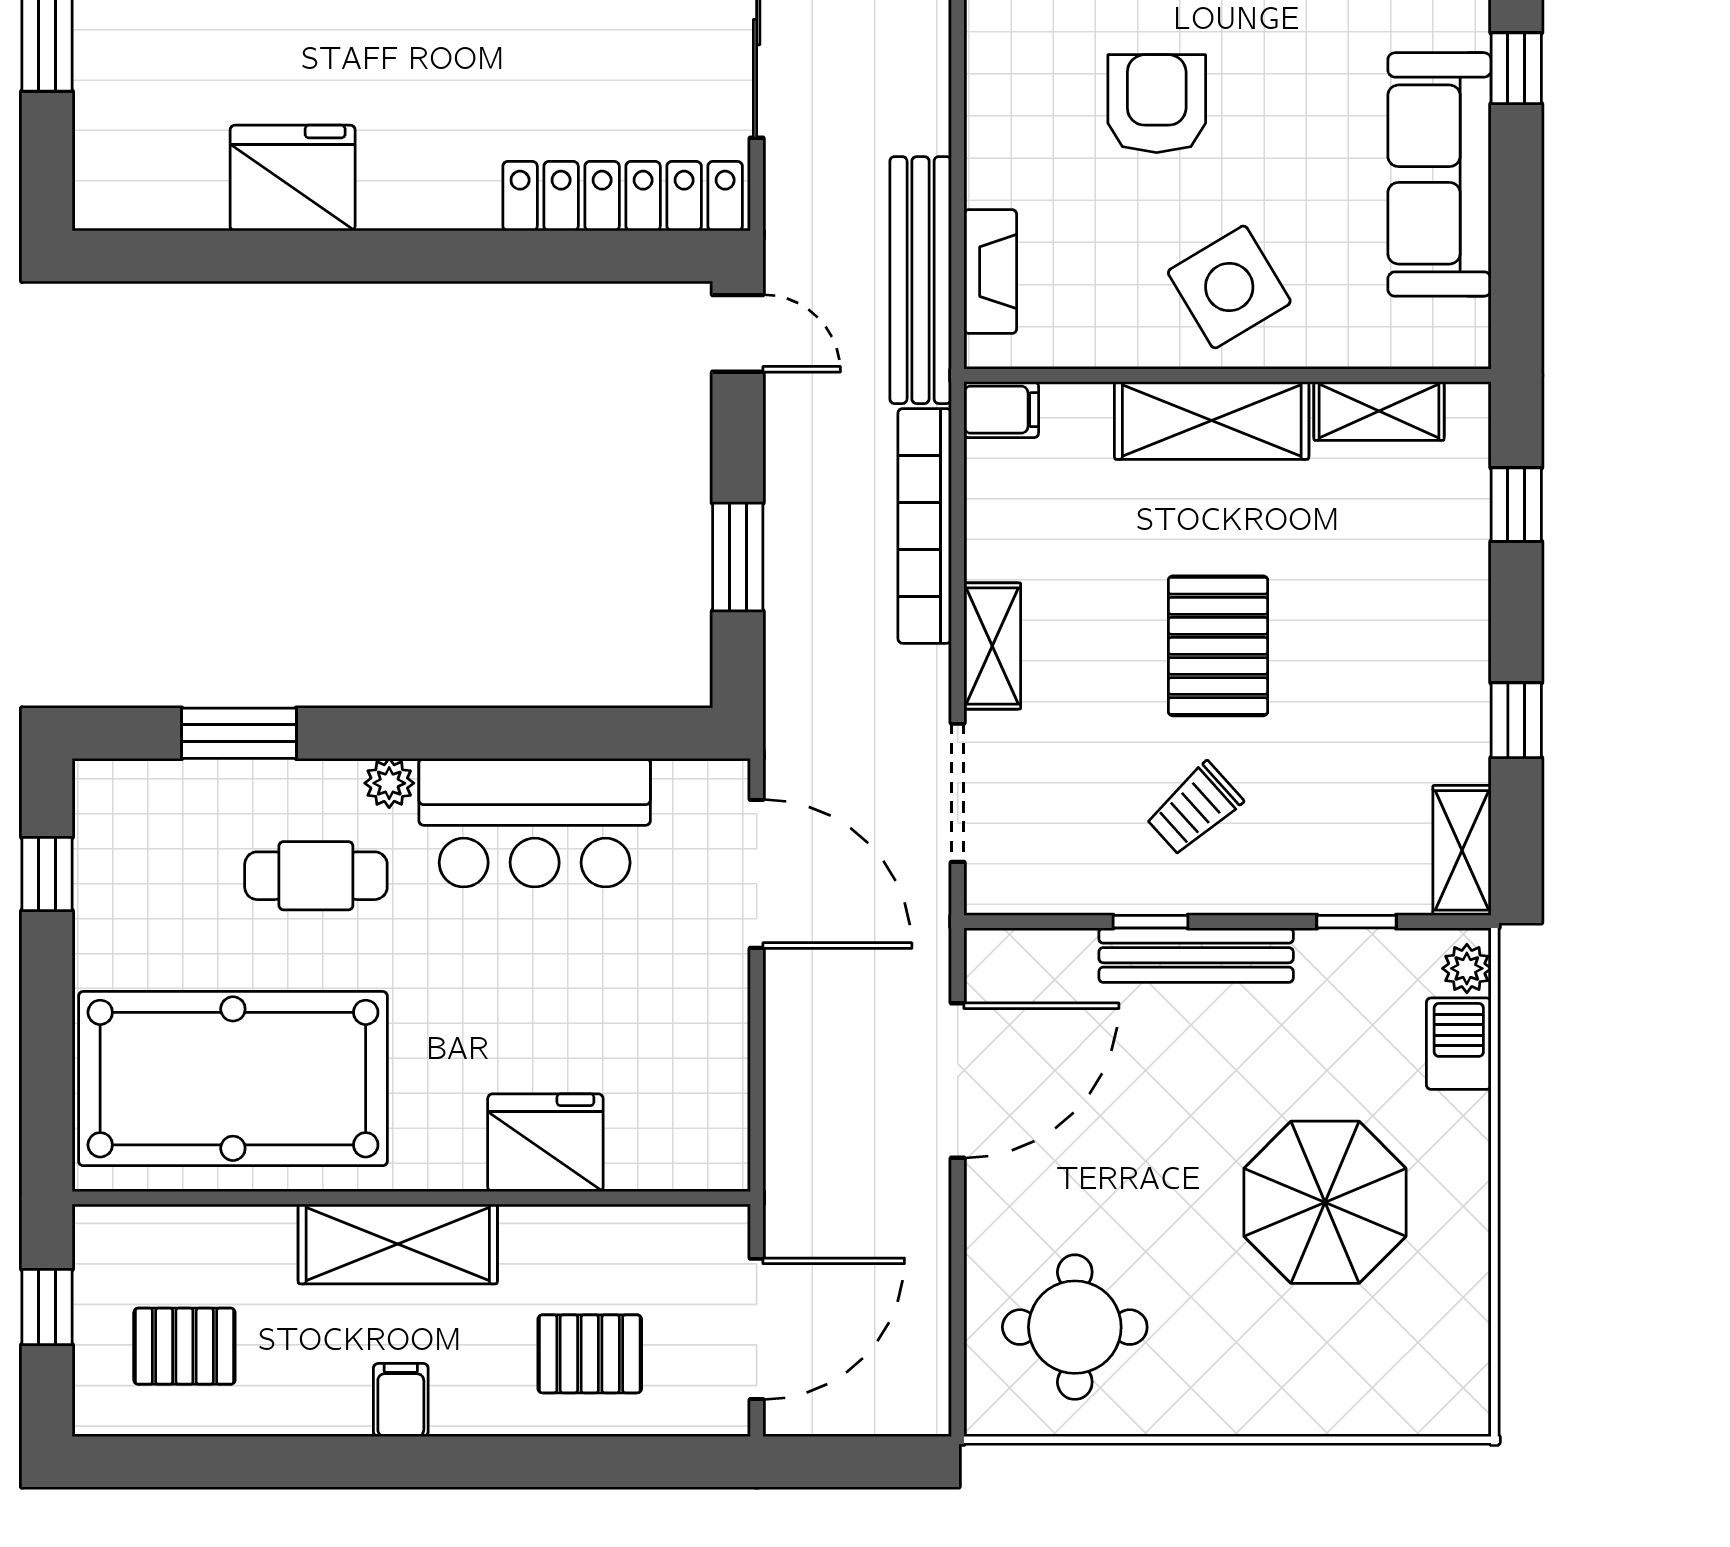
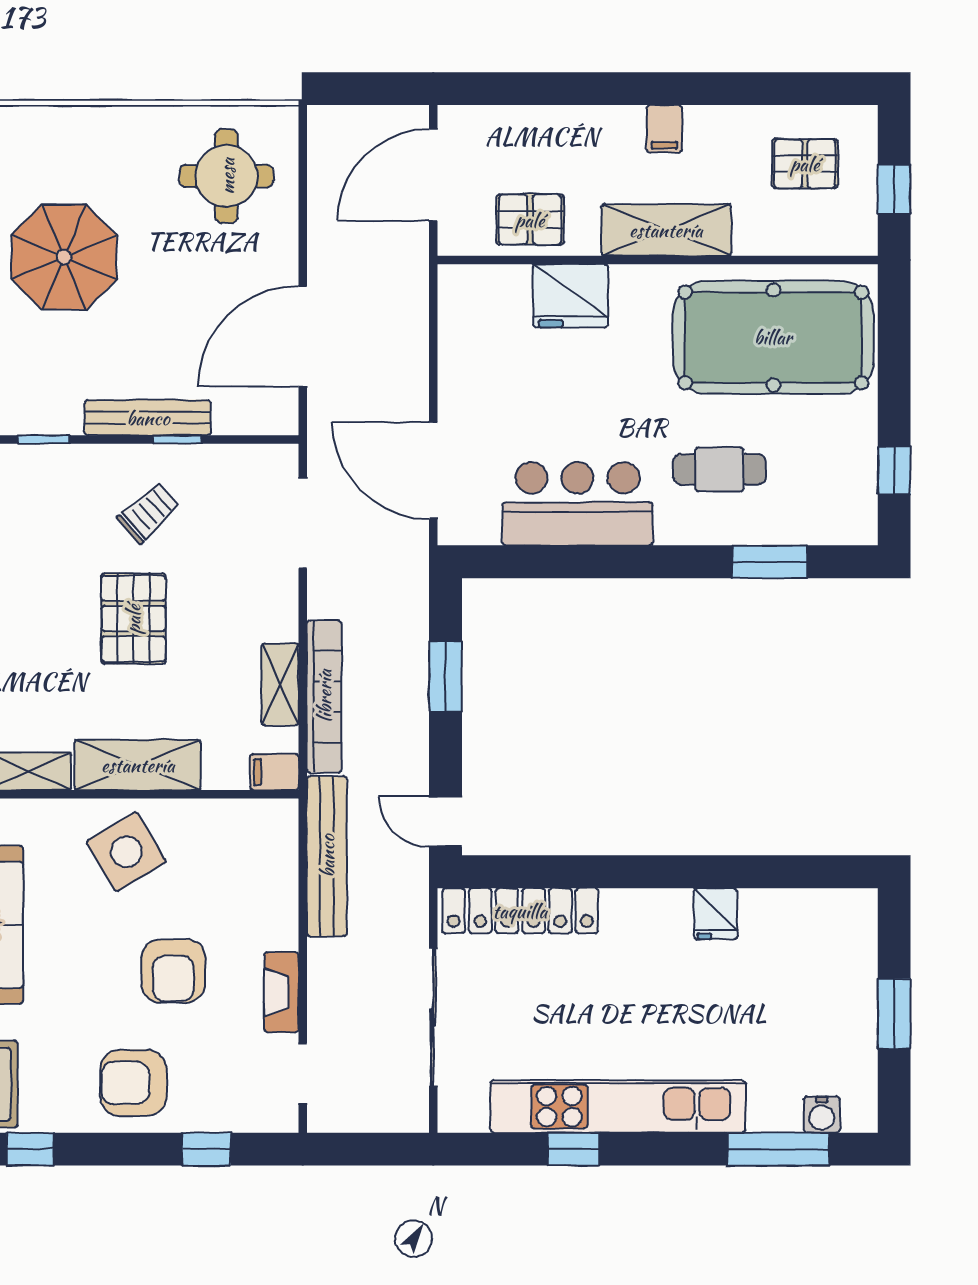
fridge: (293, 178) -> (716, 914), width x0.53, depth x0.75
fireplace: (990, 272) -> (281, 992), moved
shelving: (992, 646) -> (280, 684), moved
plant: (389, 783) -> (672, 529), removed
pallet: (590, 1354) -> (530, 220), moved

